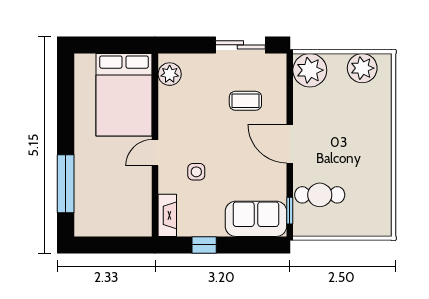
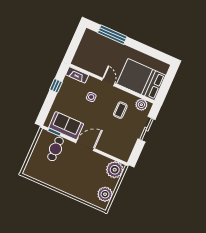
sliding door: (240, 45) -> (147, 129), moved
coffee table: (245, 101) -> (120, 110), moved
sofa: (256, 219) -> (66, 126), moved, turned -90

